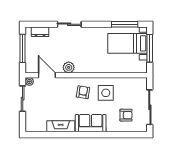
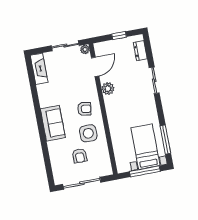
window: (23, 48) -> (119, 35), width x0.46
armchair: (126, 115) -> (80, 156), moved
fireplace: (61, 126) -> (39, 69), moved

